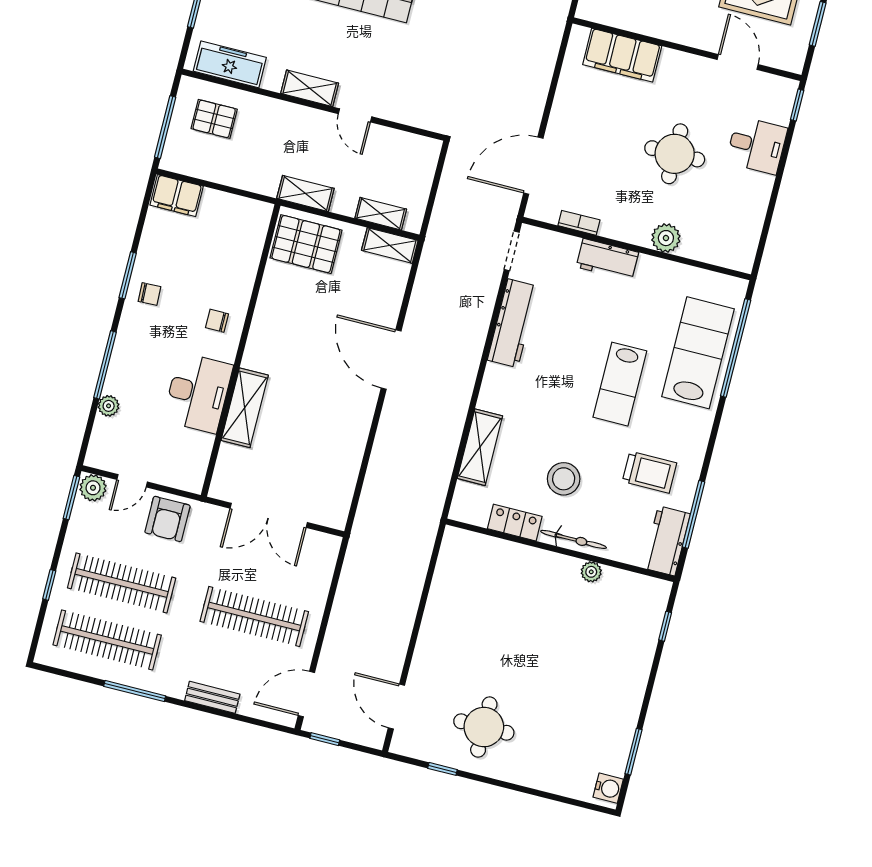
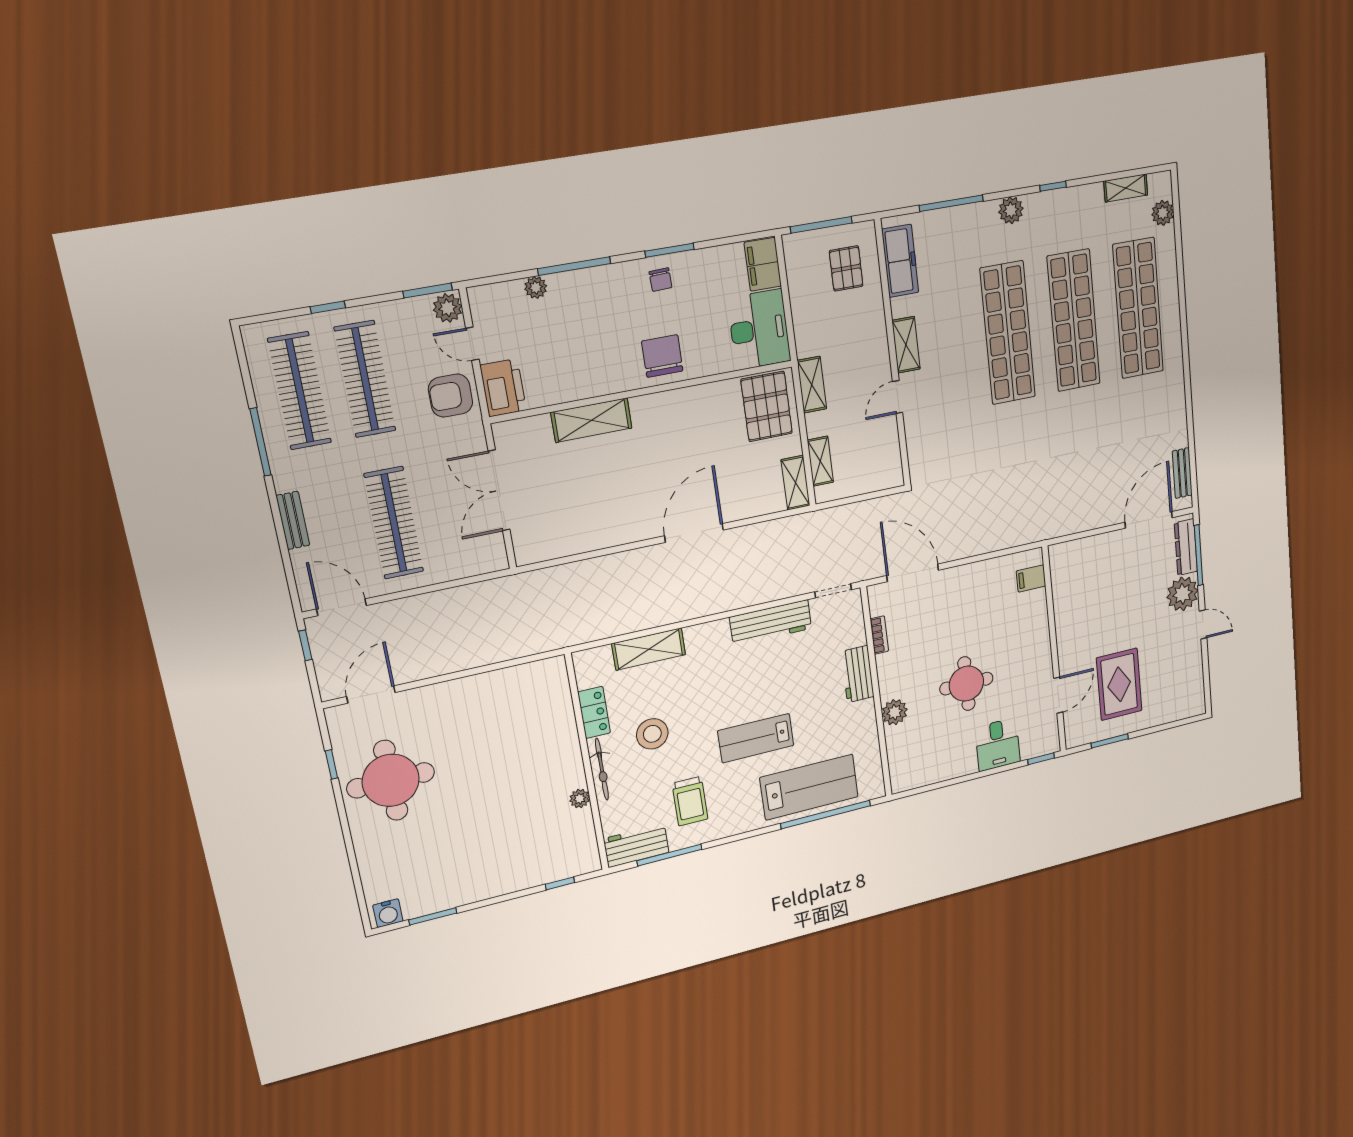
filing cabinet: (622, 55) -> (1031, 578), width x0.33, depth x0.86
chair: (217, 321) -> (662, 356), width x1.87, depth x1.87
desk: (198, 393) -> (759, 330), moved, turned -90
printer: (181, 472) -> (503, 388), added
round table: (484, 727) -> (391, 780), width x1.36, depth x1.36

